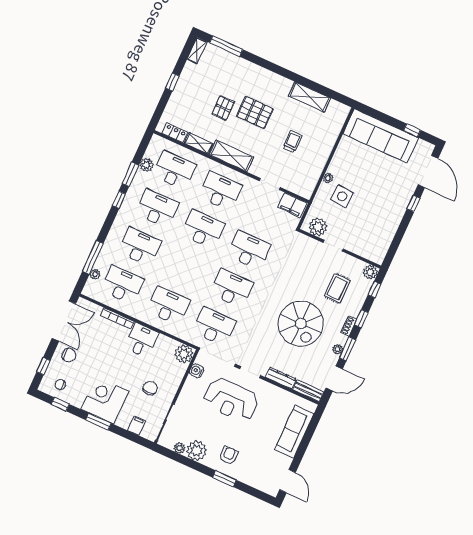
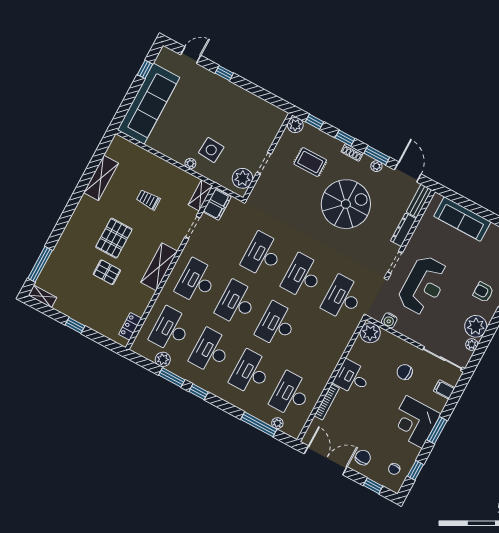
shelving: (198, 143) -> (201, 195), moved
door: (428, 172) -> (191, 55), width x0.53
desk: (168, 306) -> (277, 325), moved

